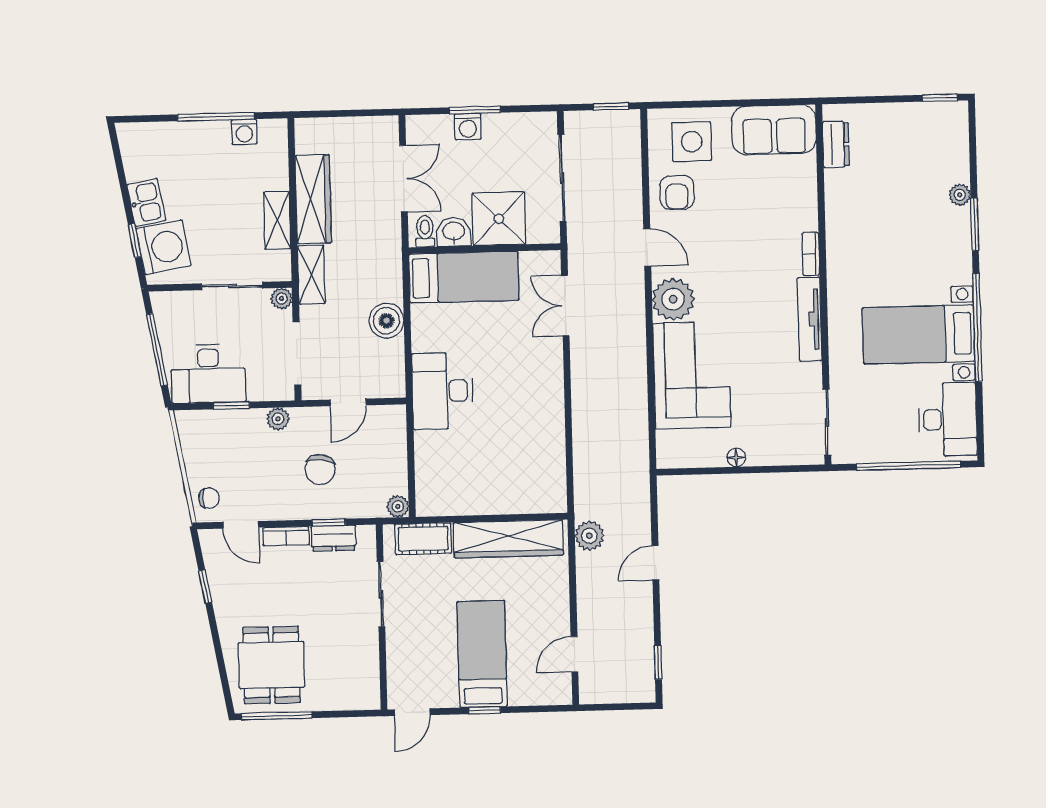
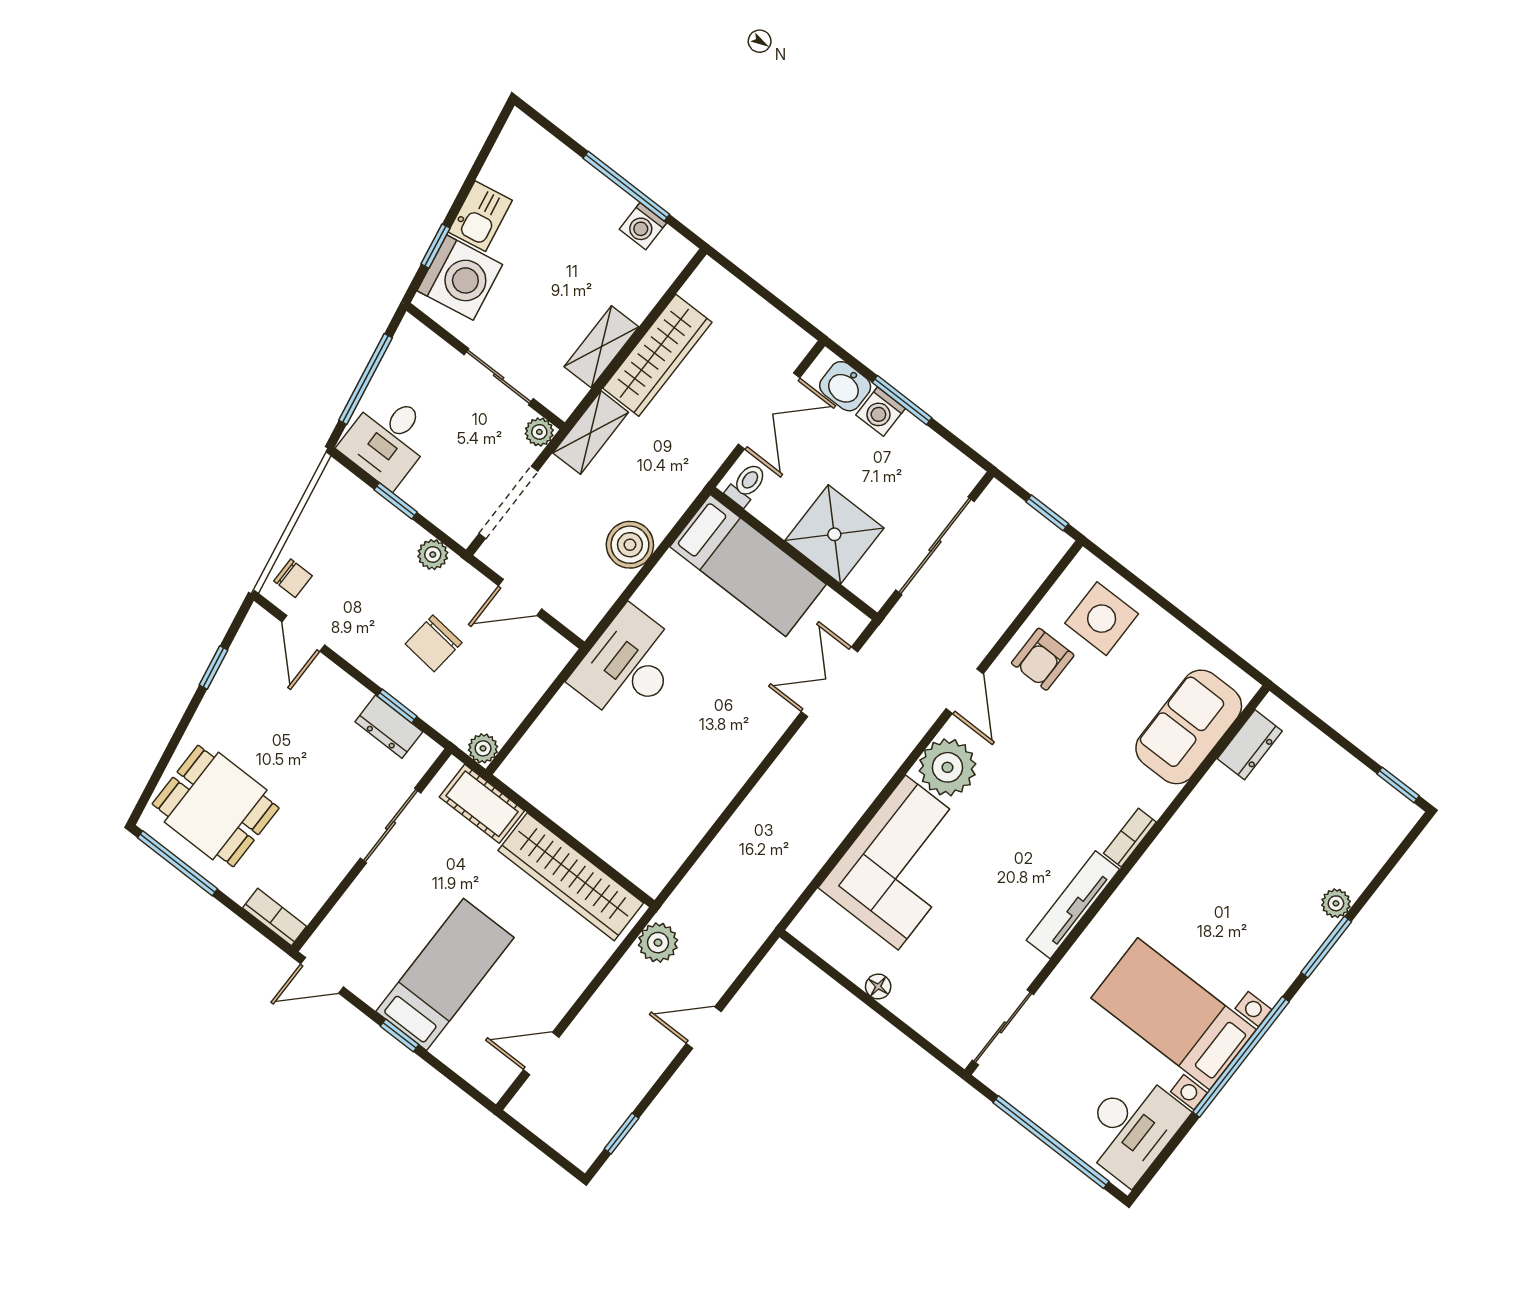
sofa: (774, 130) -> (1189, 727), moved, turned 90
washbasin: (454, 232) -> (845, 386), moved, turned 180
desk: (208, 374) -> (388, 439), width x0.73
bookcase: (286, 536) -> (275, 917), moved, turned 180
dining table: (271, 665) -> (216, 806), turned 90

